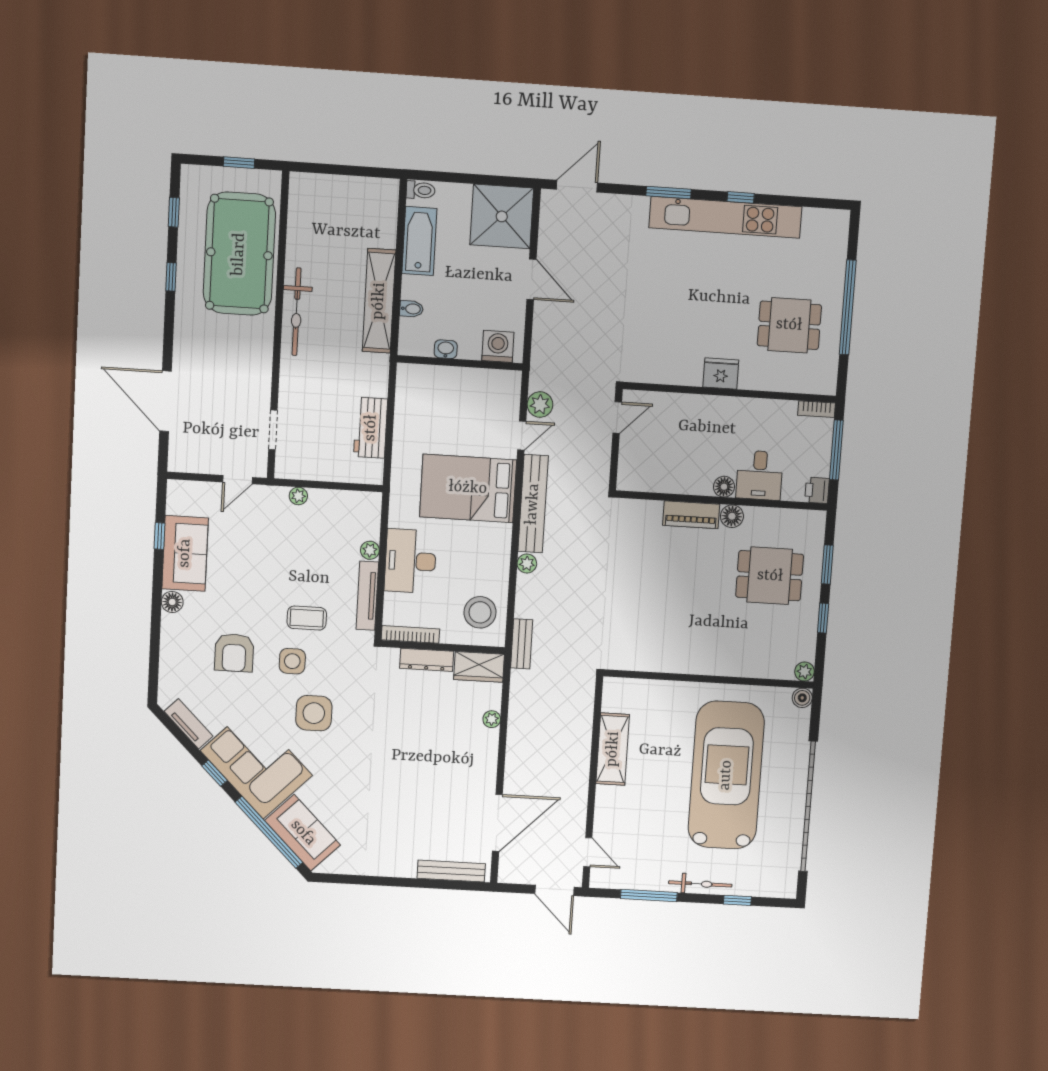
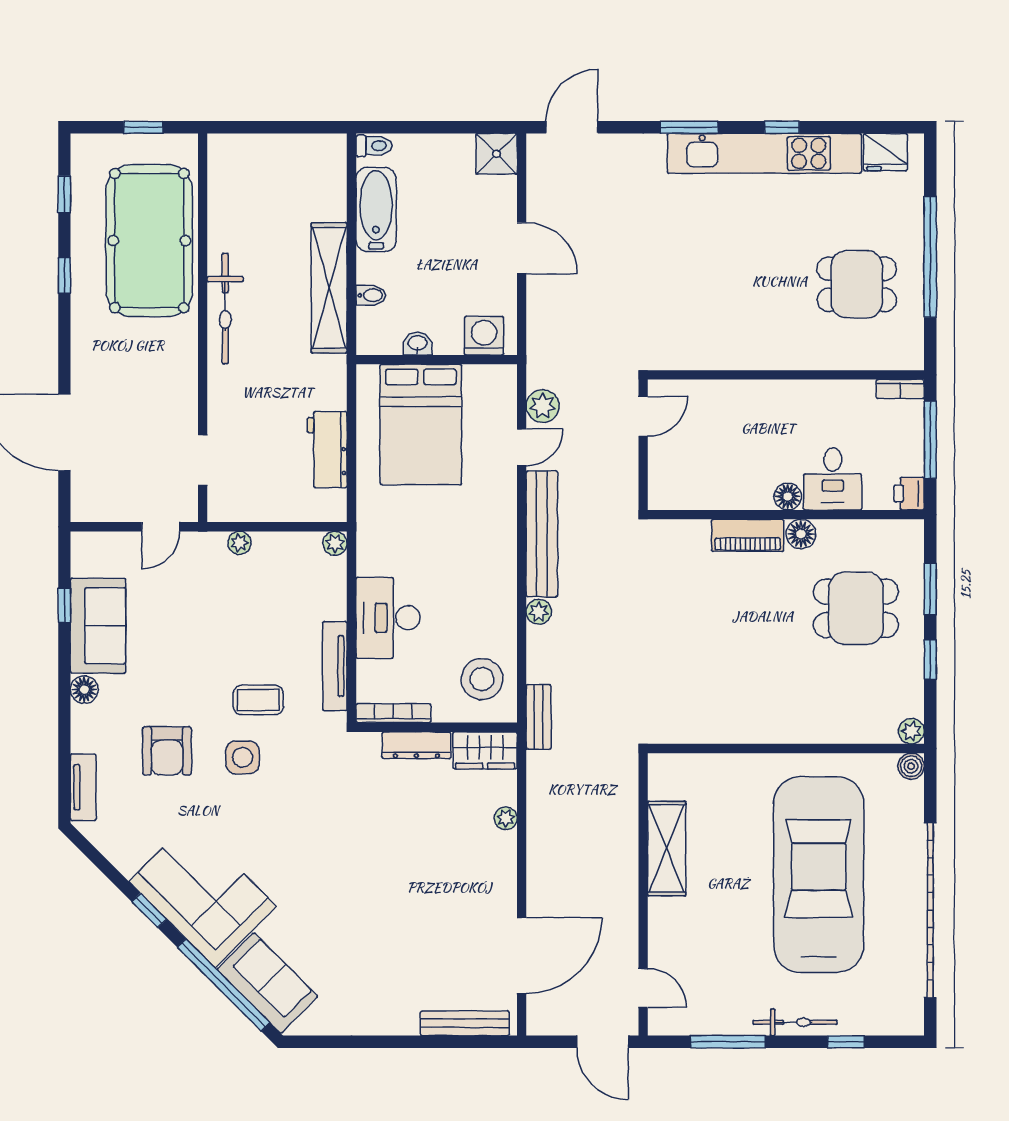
shower: (502, 216) -> (497, 154), width x0.54, depth x0.54
fridge: (721, 374) -> (885, 152), moved, turned 180
bed: (468, 488) -> (421, 425), moved, turned -90
plant: (370, 550) -> (335, 543), moved
side table: (314, 713) -> (274, 824), removed
tv unit: (189, 724) -> (83, 787), moved, turned 45

